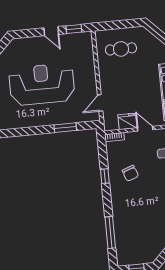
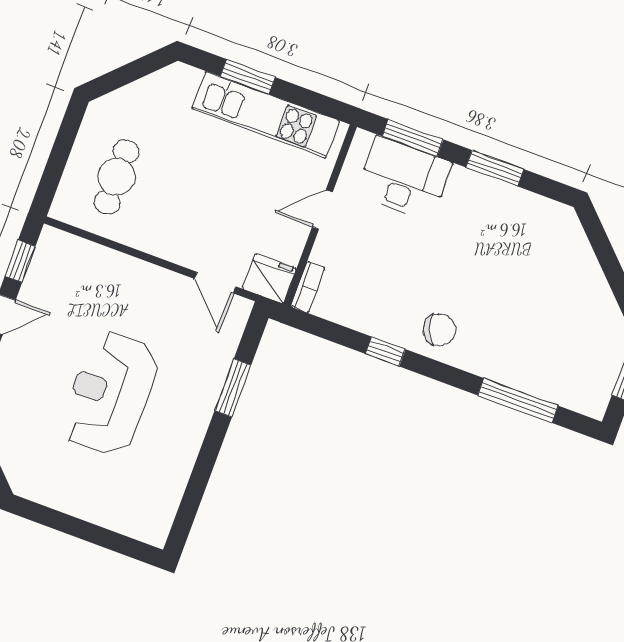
reception desk: (42, 84) -> (110, 394), width x0.74, depth x0.77
fridge: (127, 121) -> (269, 279), moved, turned 90
chair: (130, 173) -> (439, 330), moved

